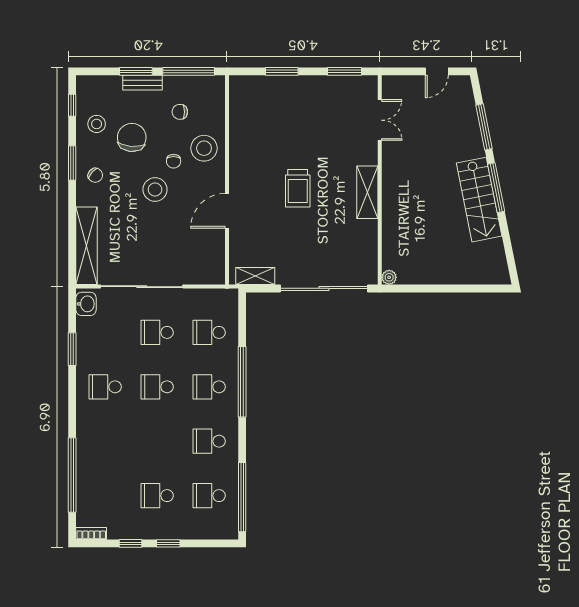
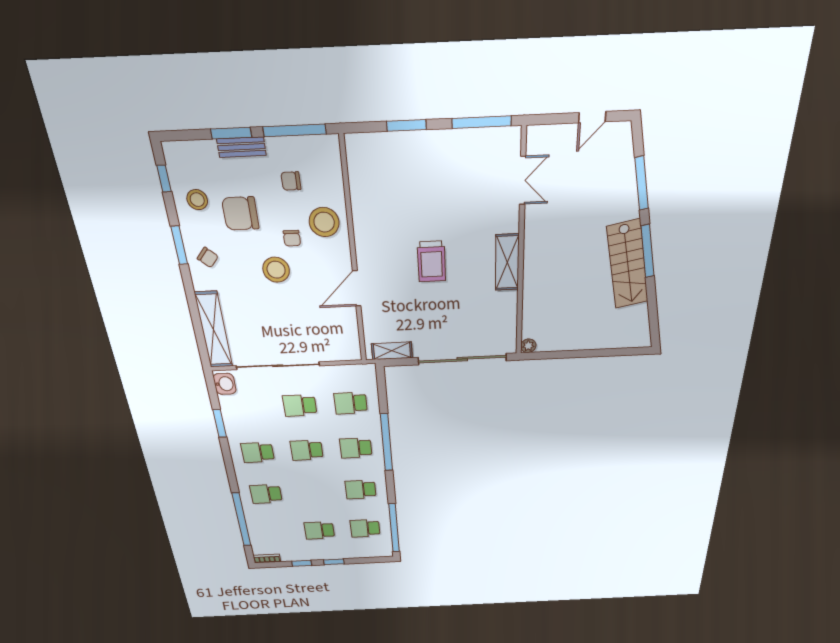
window: (344, 71) -> (482, 122), width x1.44
chair: (132, 137) -> (240, 213), turned -95
school desk: (105, 441) -> (266, 494), added

